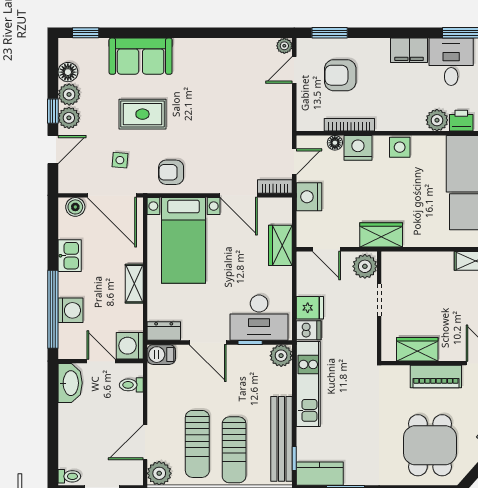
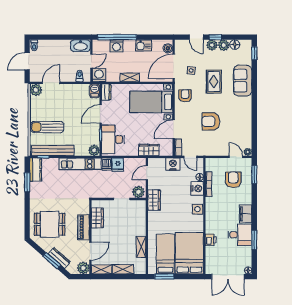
armchair: (223, 120) -> (211, 121), added
plant: (437, 120) -> (211, 228), removed
door: (145, 442) -> (51, 83), hinge flipped
sun lounger: (197, 444) -> (50, 109), removed

